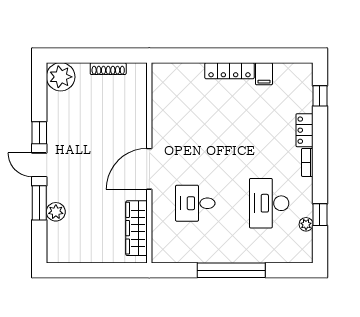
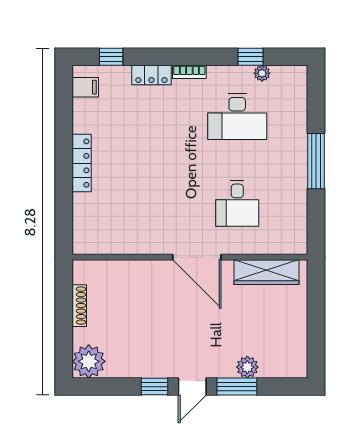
filing cabinet: (264, 74) -> (85, 87), moved
window: (231, 270) -> (316, 161), width x0.68

